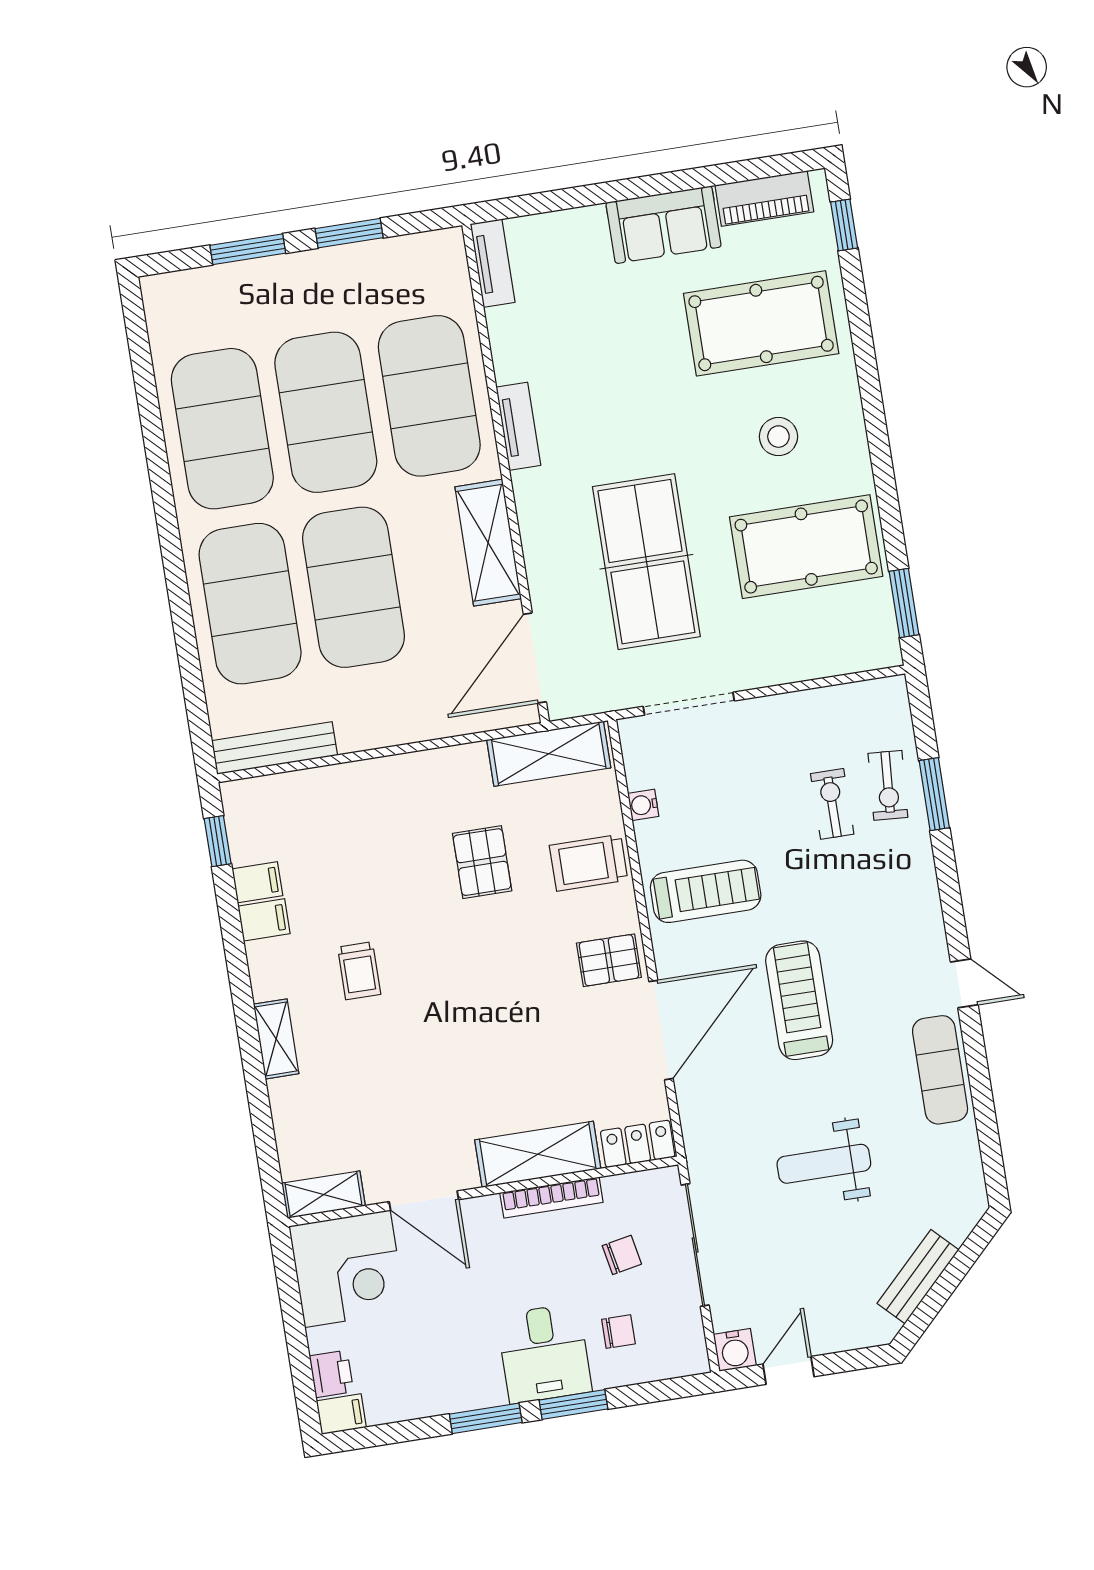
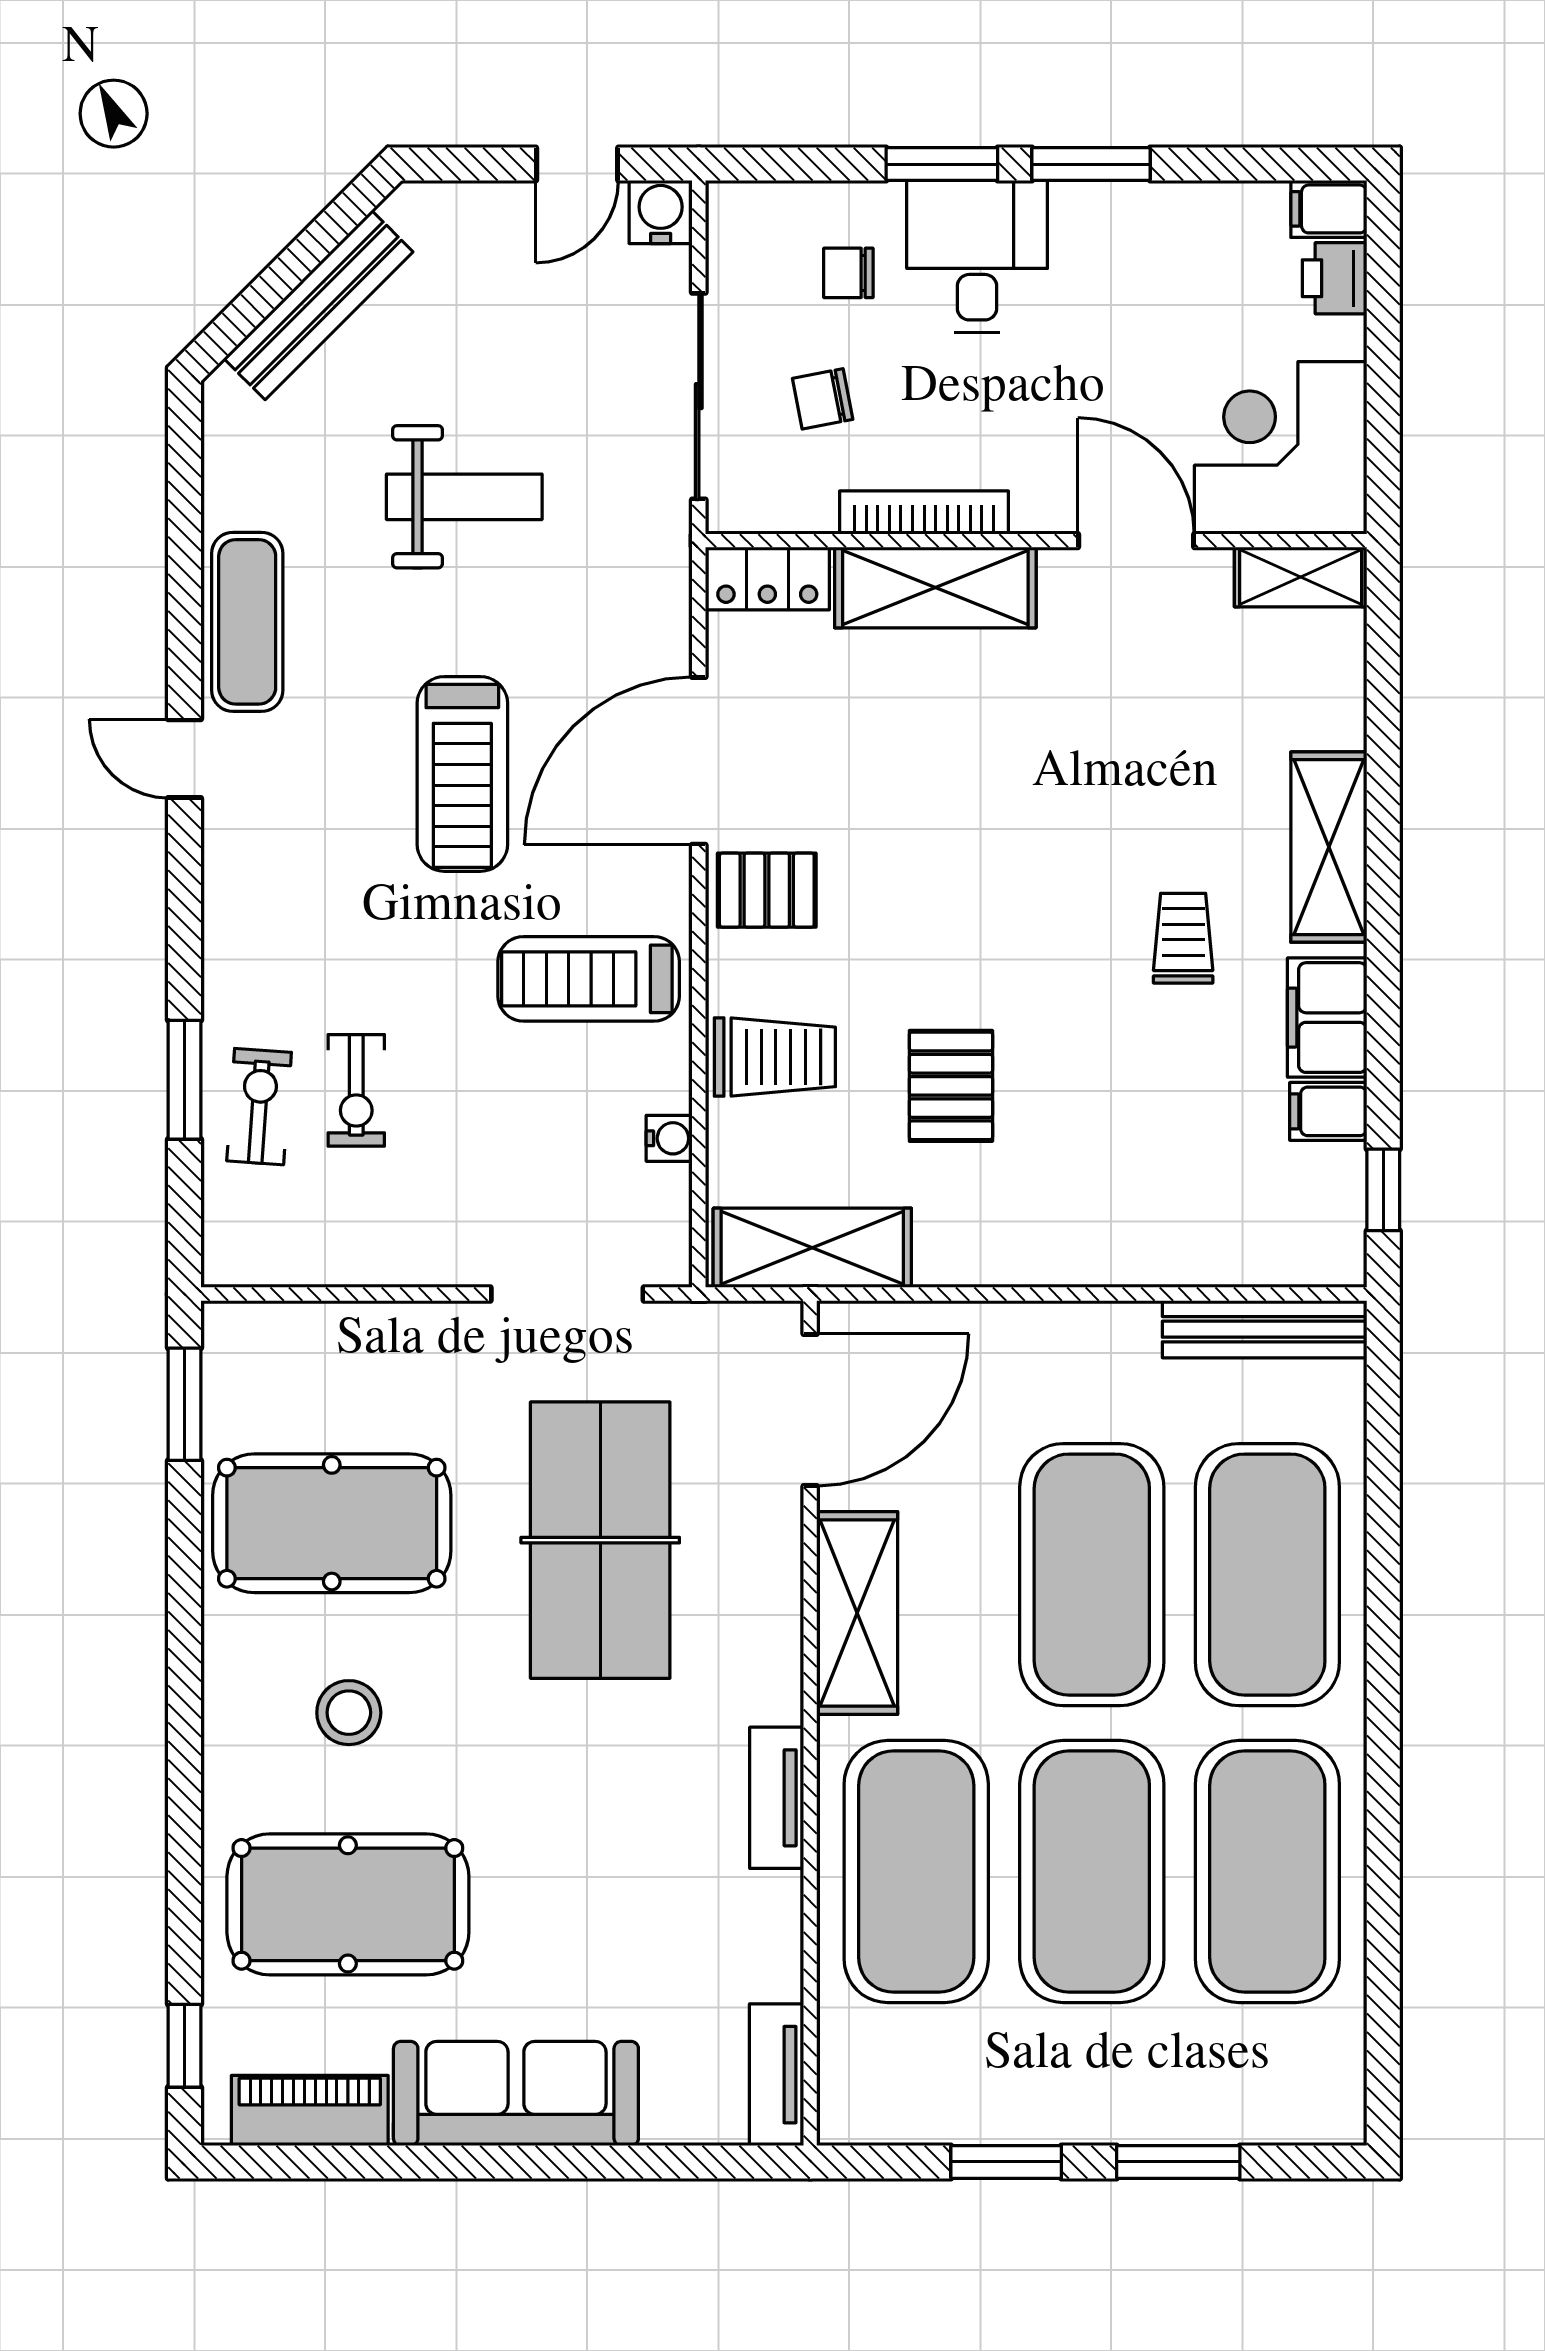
sofa: (664, 225) -> (516, 2093), width x1.36
filing cabinet: (264, 920) -> (1327, 1018), width x2.00
shelving: (276, 1039) -> (1329, 847), width x1.50, depth x1.33
bench: (918, 1277) -> (318, 305), width x1.36

